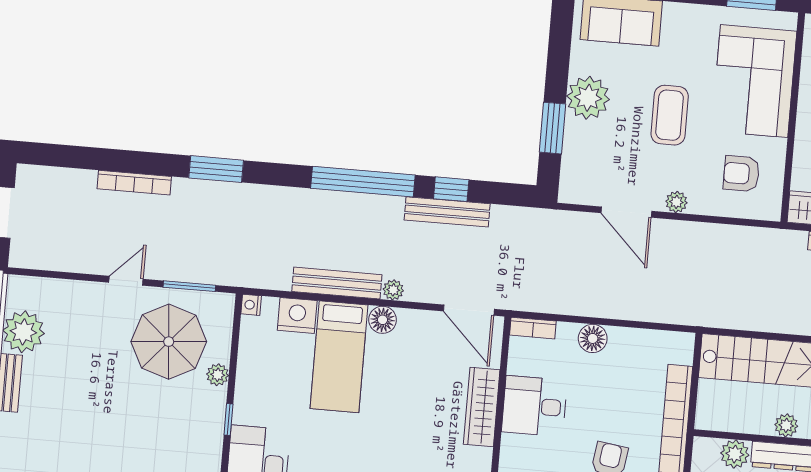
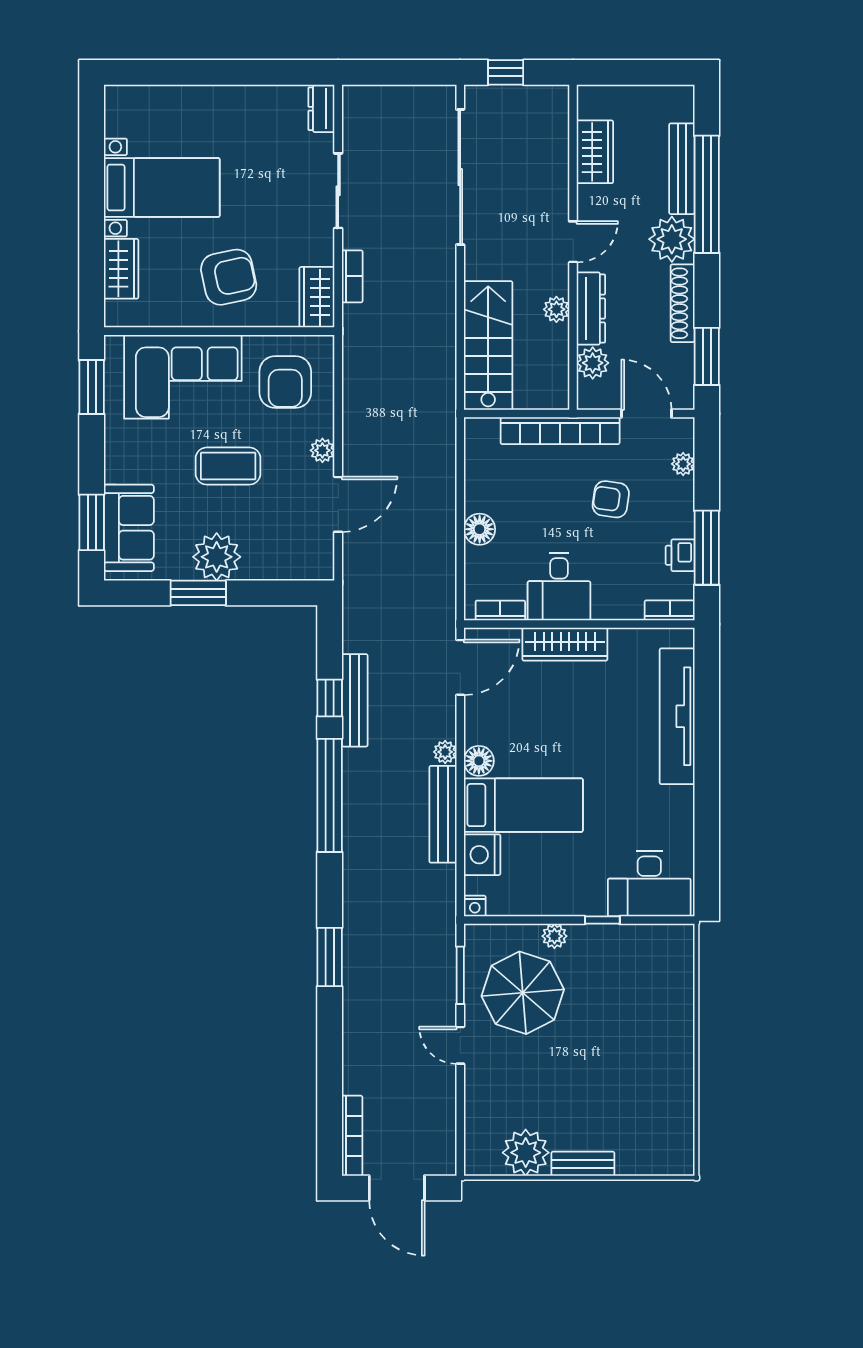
window: (552, 128) -> (198, 593), moved
armchair: (741, 174) -> (285, 382), width x1.38, depth x1.38
bookcase: (134, 183) -> (352, 1136), moved
bookcase: (533, 328) -> (500, 610), moved, turned -90

